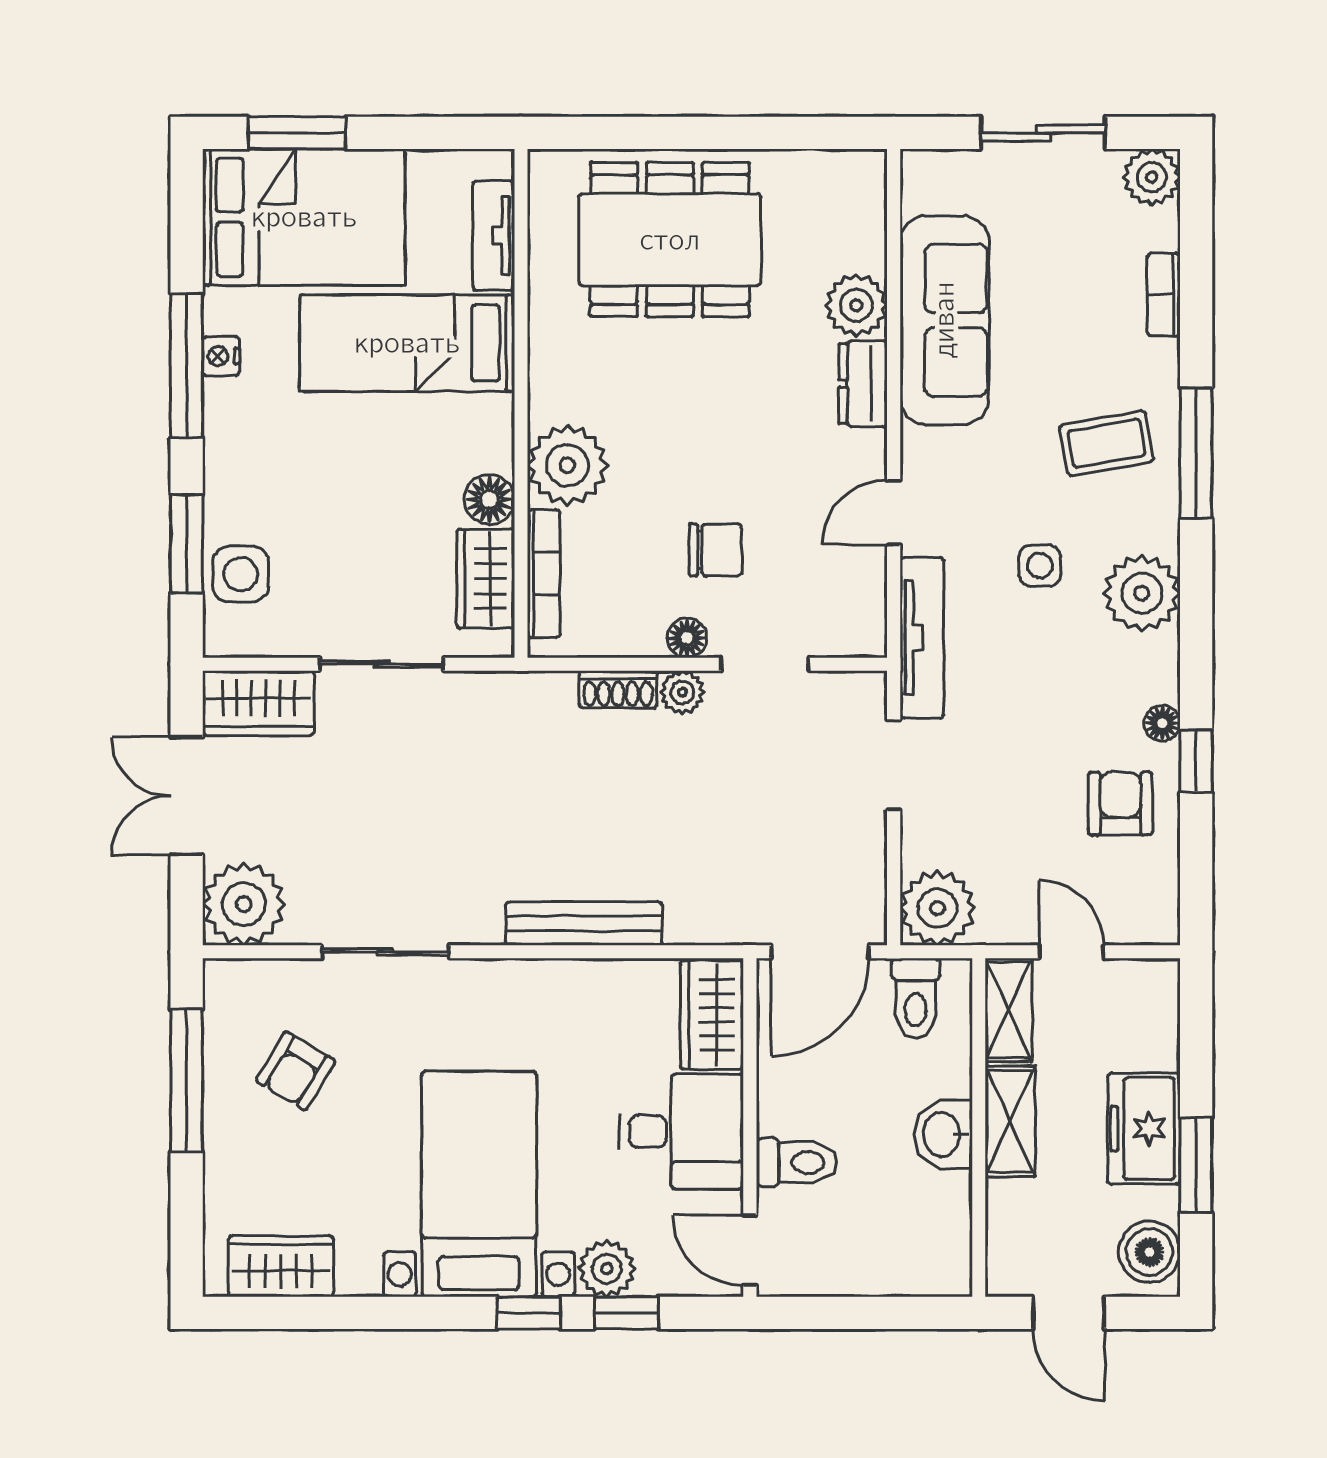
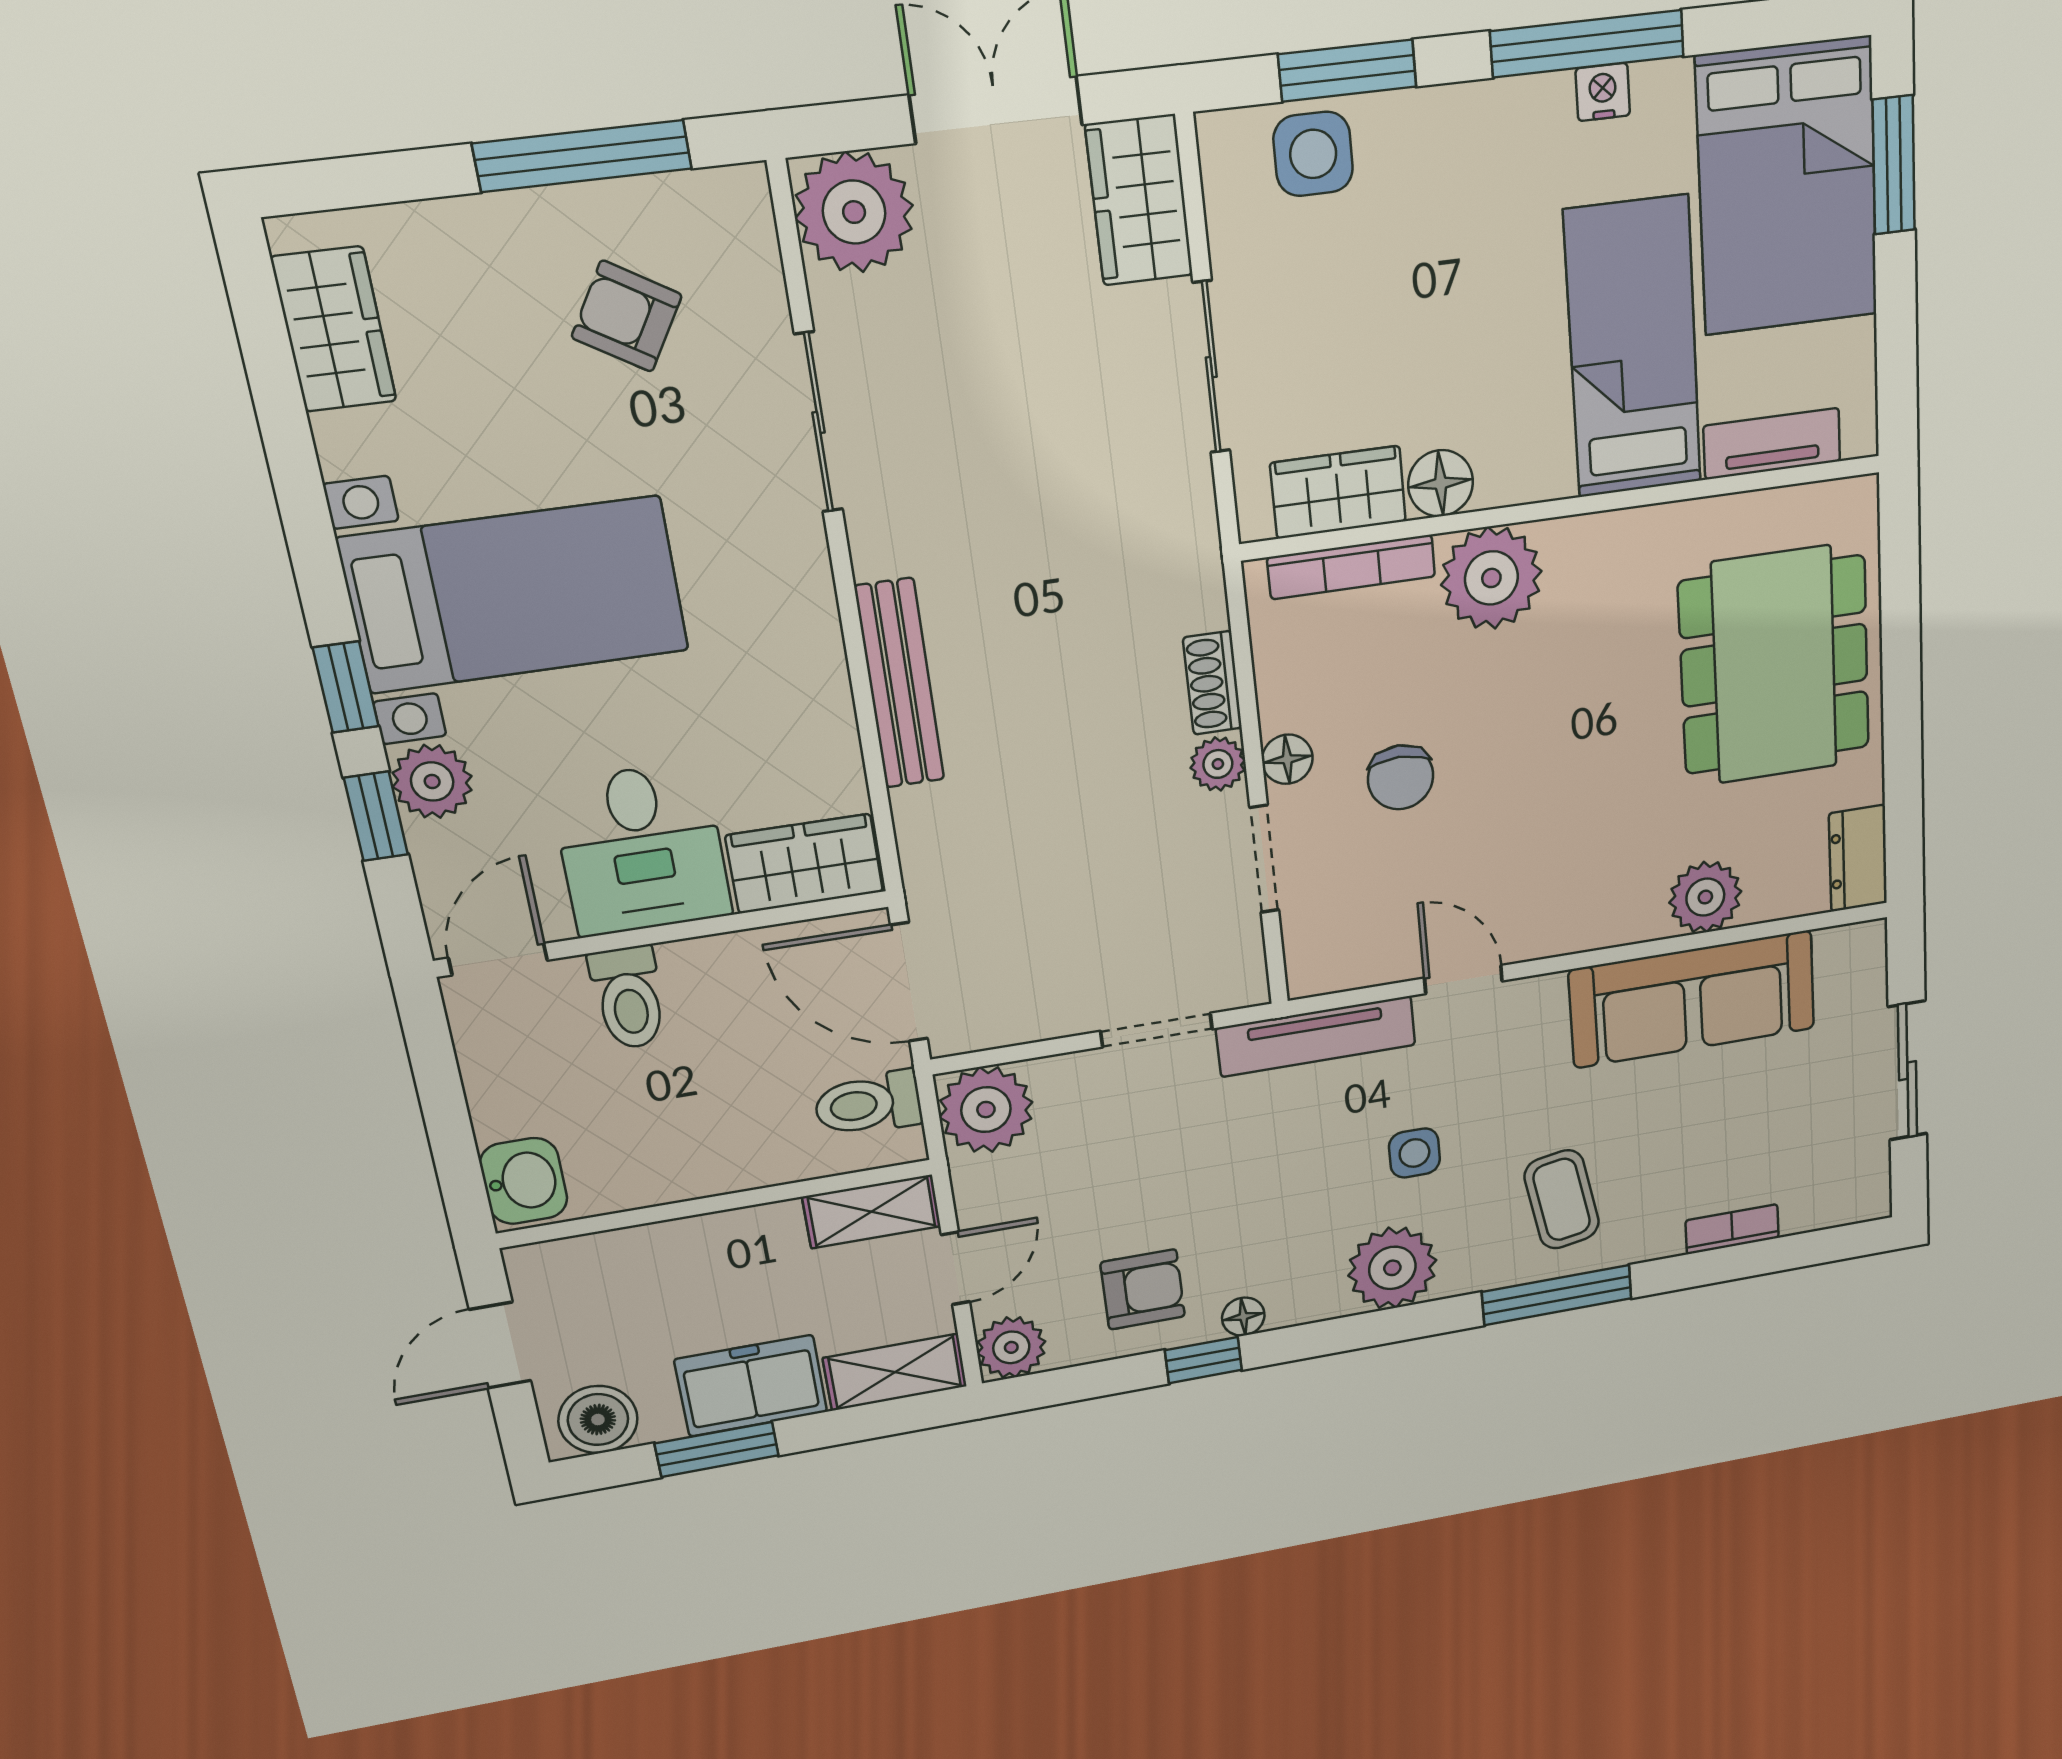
plant: (1152, 177) -> (1011, 1347), moved
dresser: (863, 384) -> (1858, 858), moved, turned -90
shelving: (1010, 1121) -> (895, 1372), moved
washbasin: (943, 1134) -> (524, 1181), moved, turned 90

